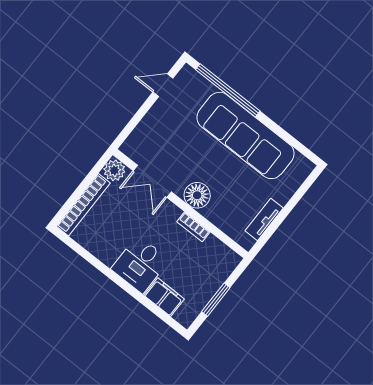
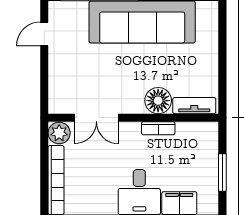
floor lamp: (197, 195) -> (158, 101), moved
tv unit: (264, 219) -> (194, 106), moved, turned 90

